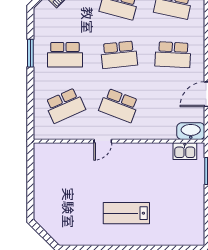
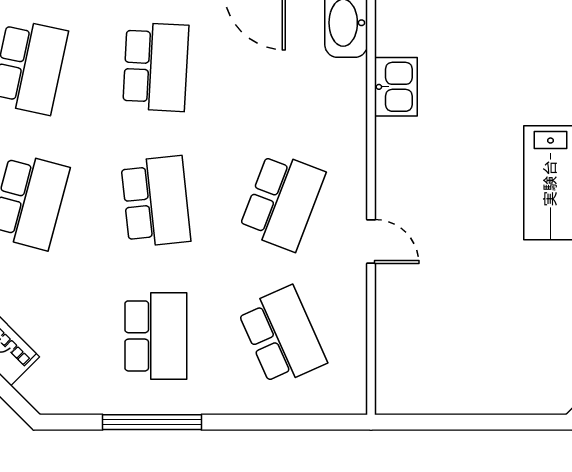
window: (30, 53) -> (152, 422), width x1.44
kitchen sink: (185, 151) -> (396, 87), moved

